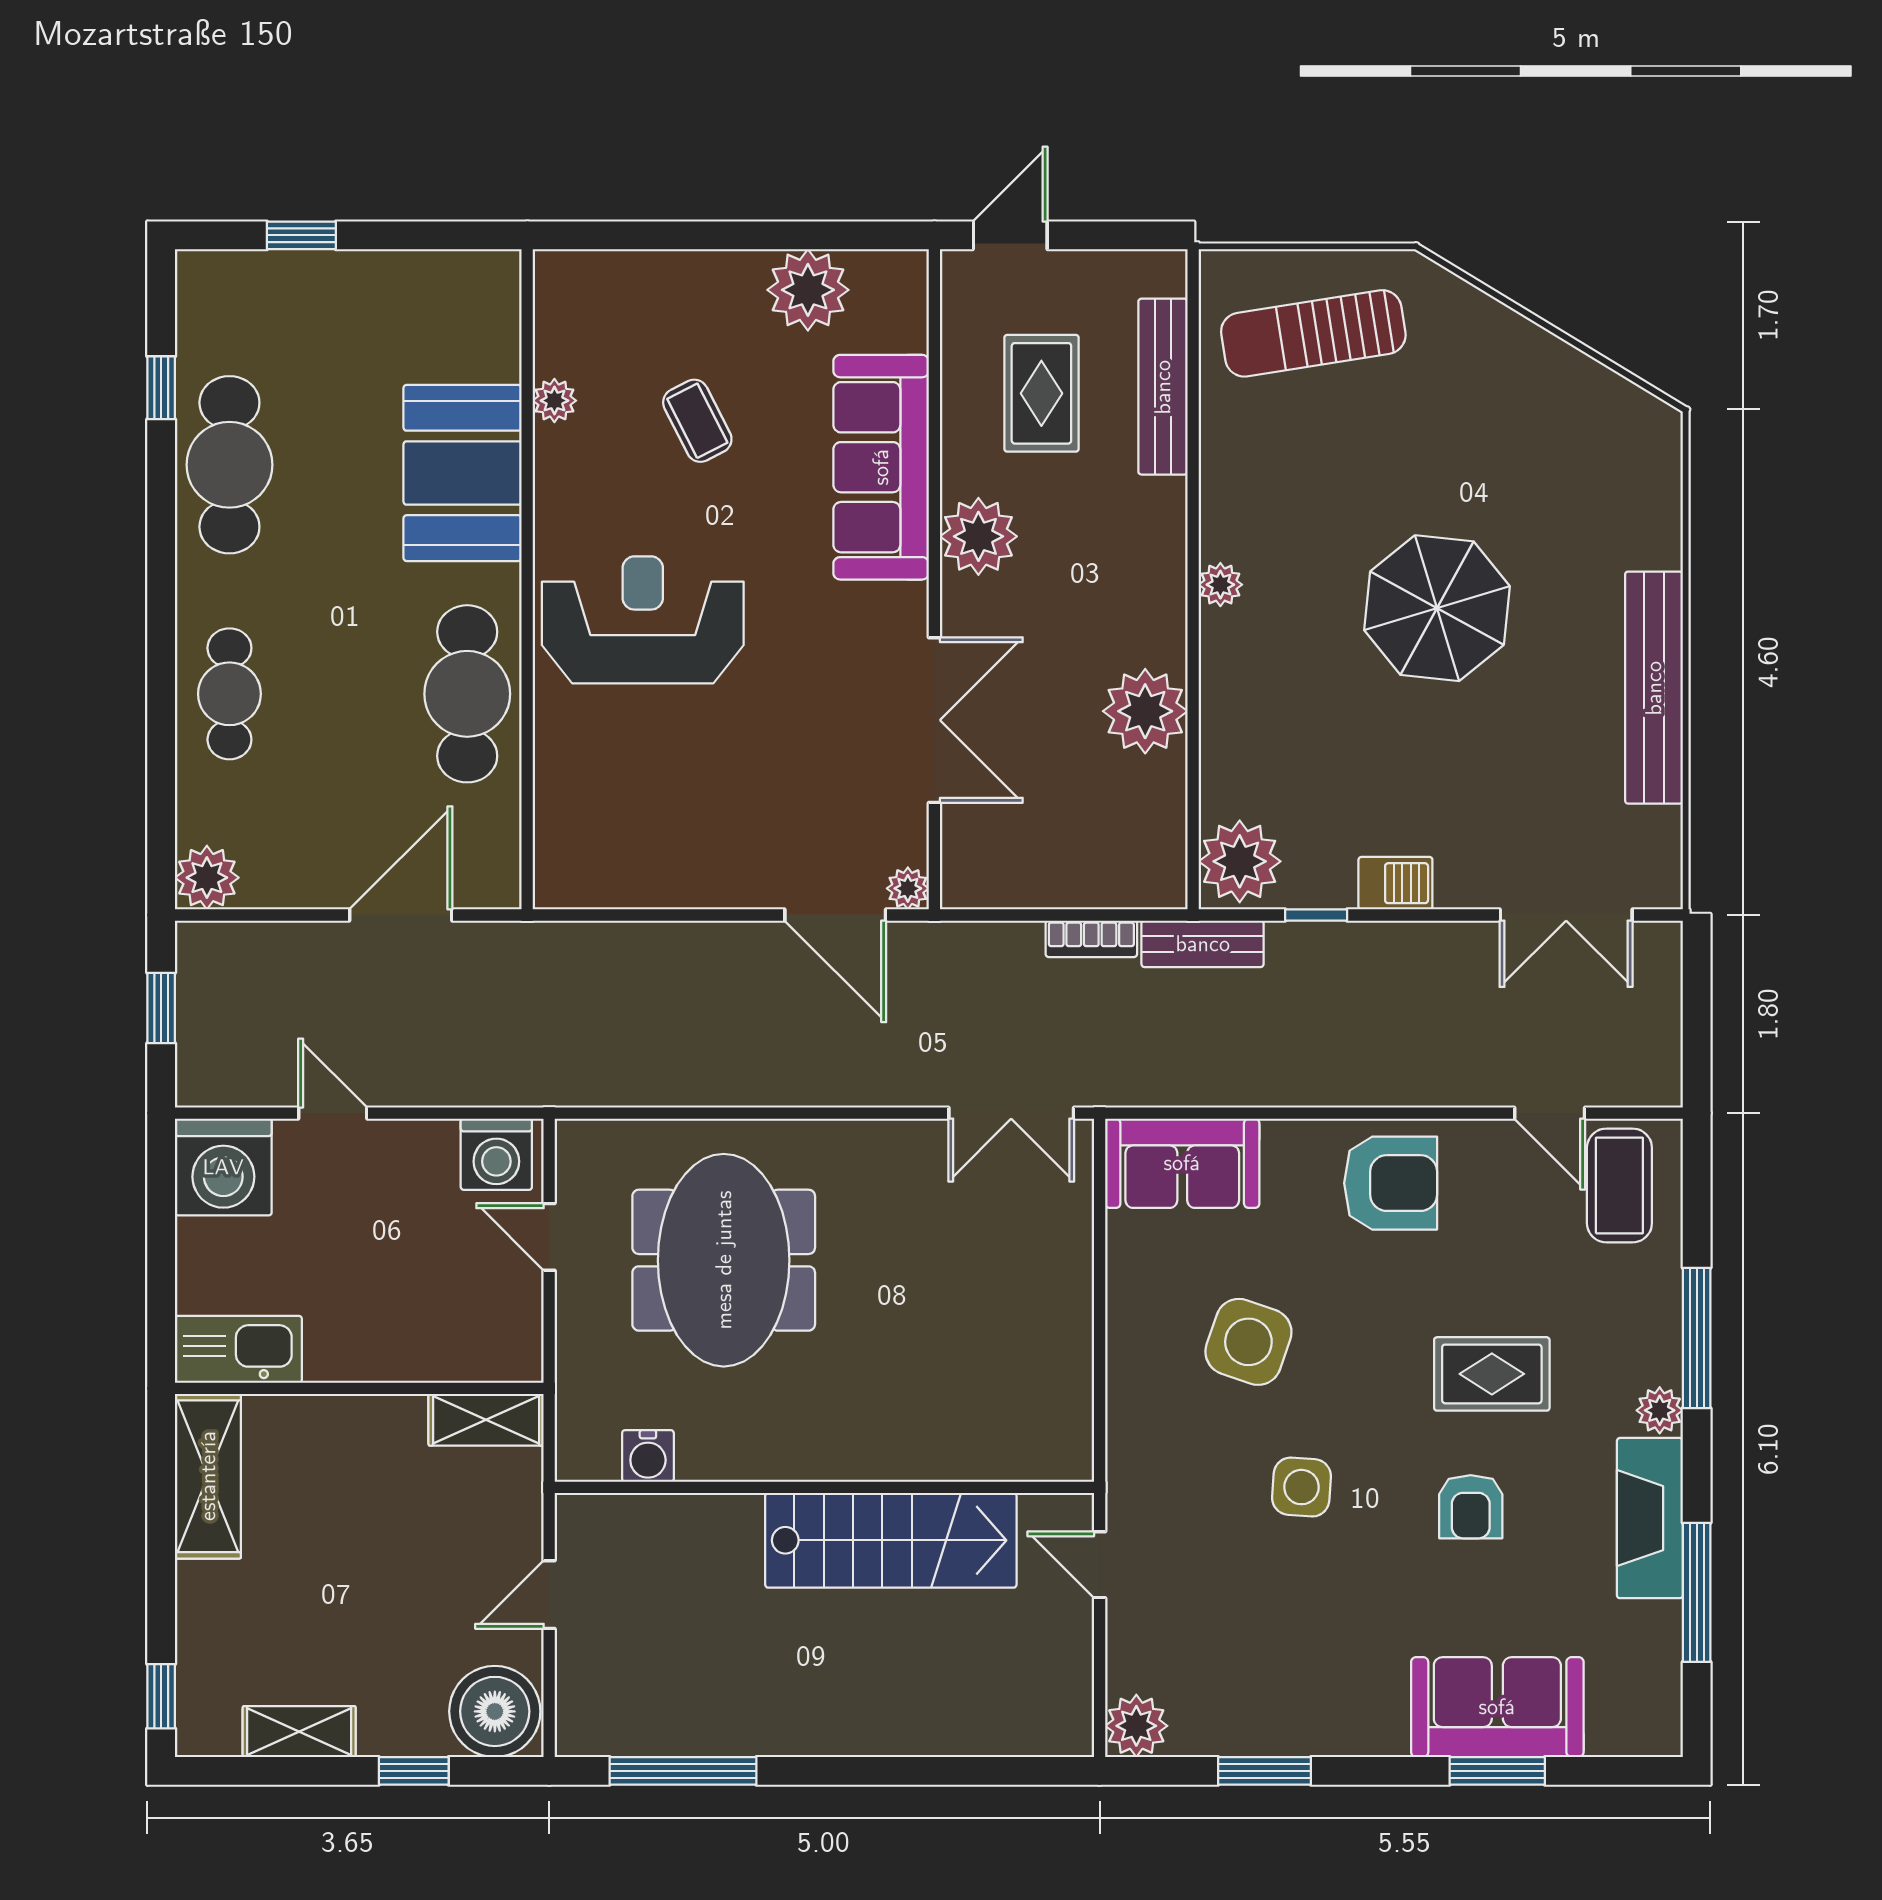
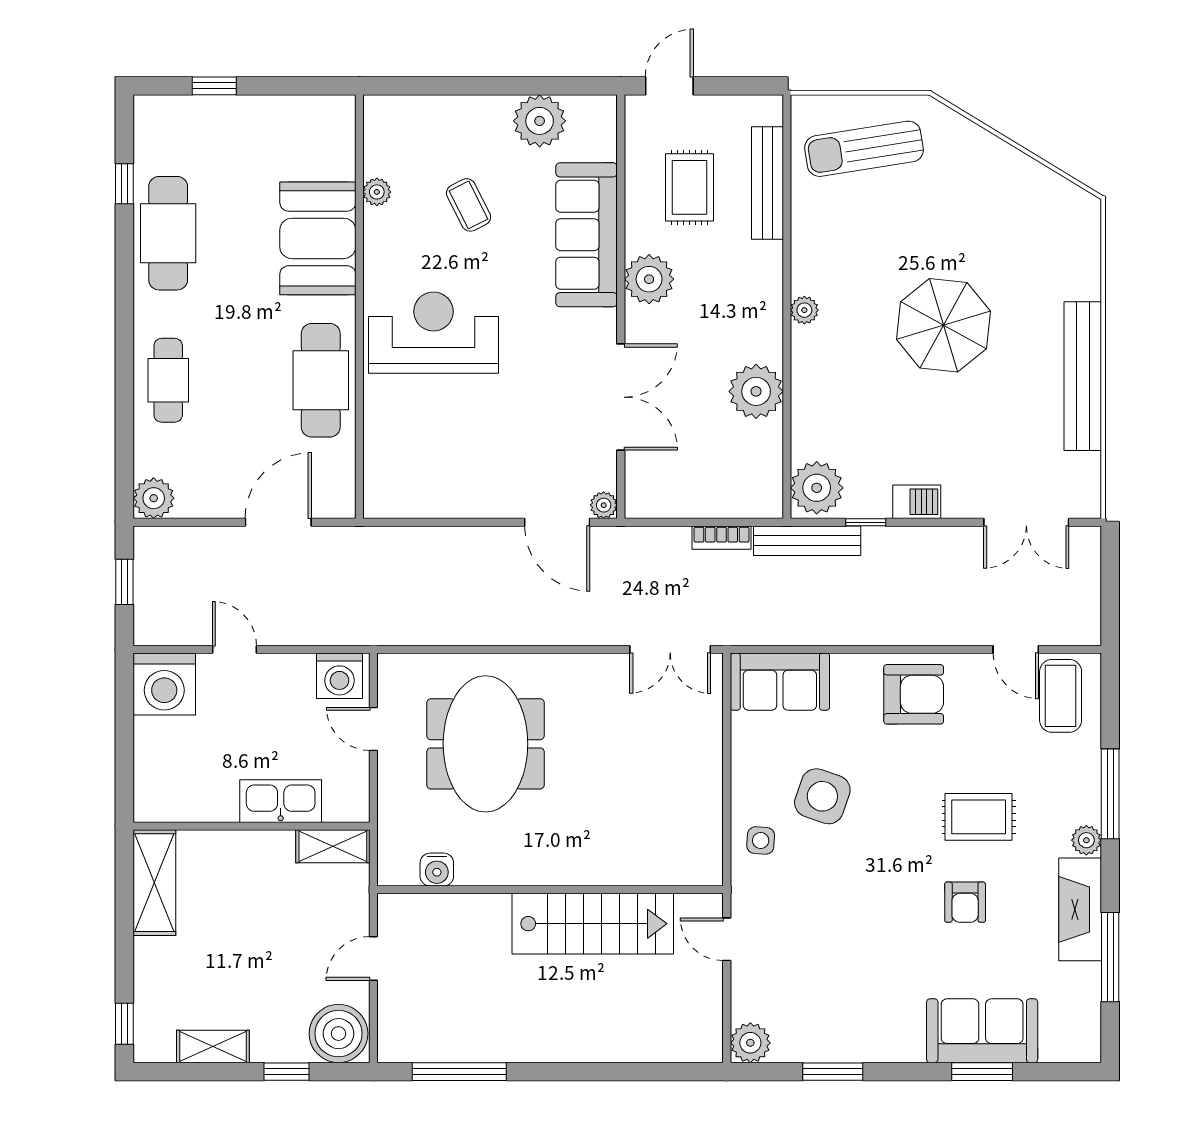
bench: (1203, 944) -> (807, 541), width x1.36
kitchen sink: (238, 1349) -> (281, 801), moved
side table: (1301, 1487) -> (761, 840), moved, width x0.73, depth x0.73

